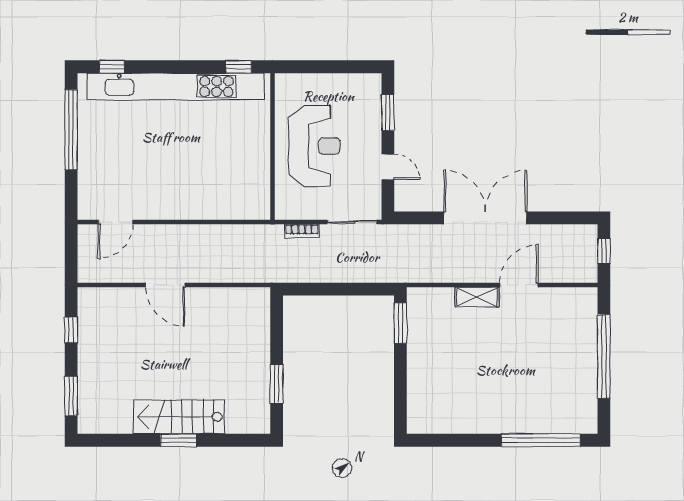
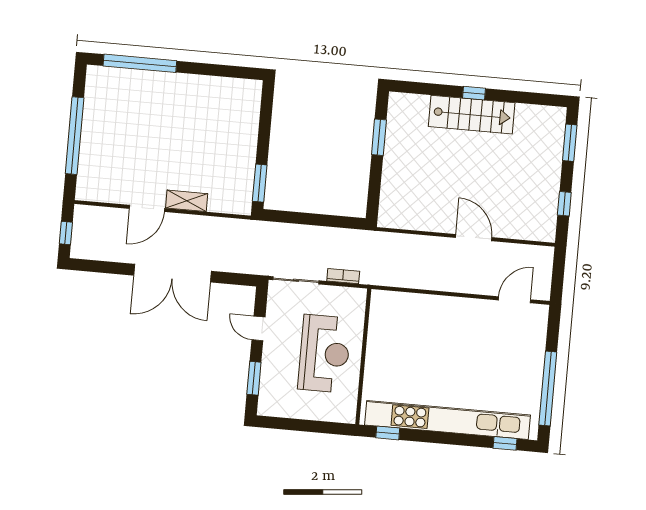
reception desk: (314, 146) -> (324, 354), turned 180
window: (179, 440) -> (474, 93), width x0.67

